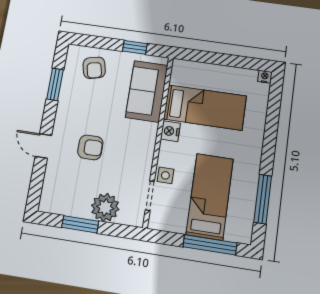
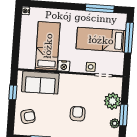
plant: (68, 208) -> (115, 123), added

